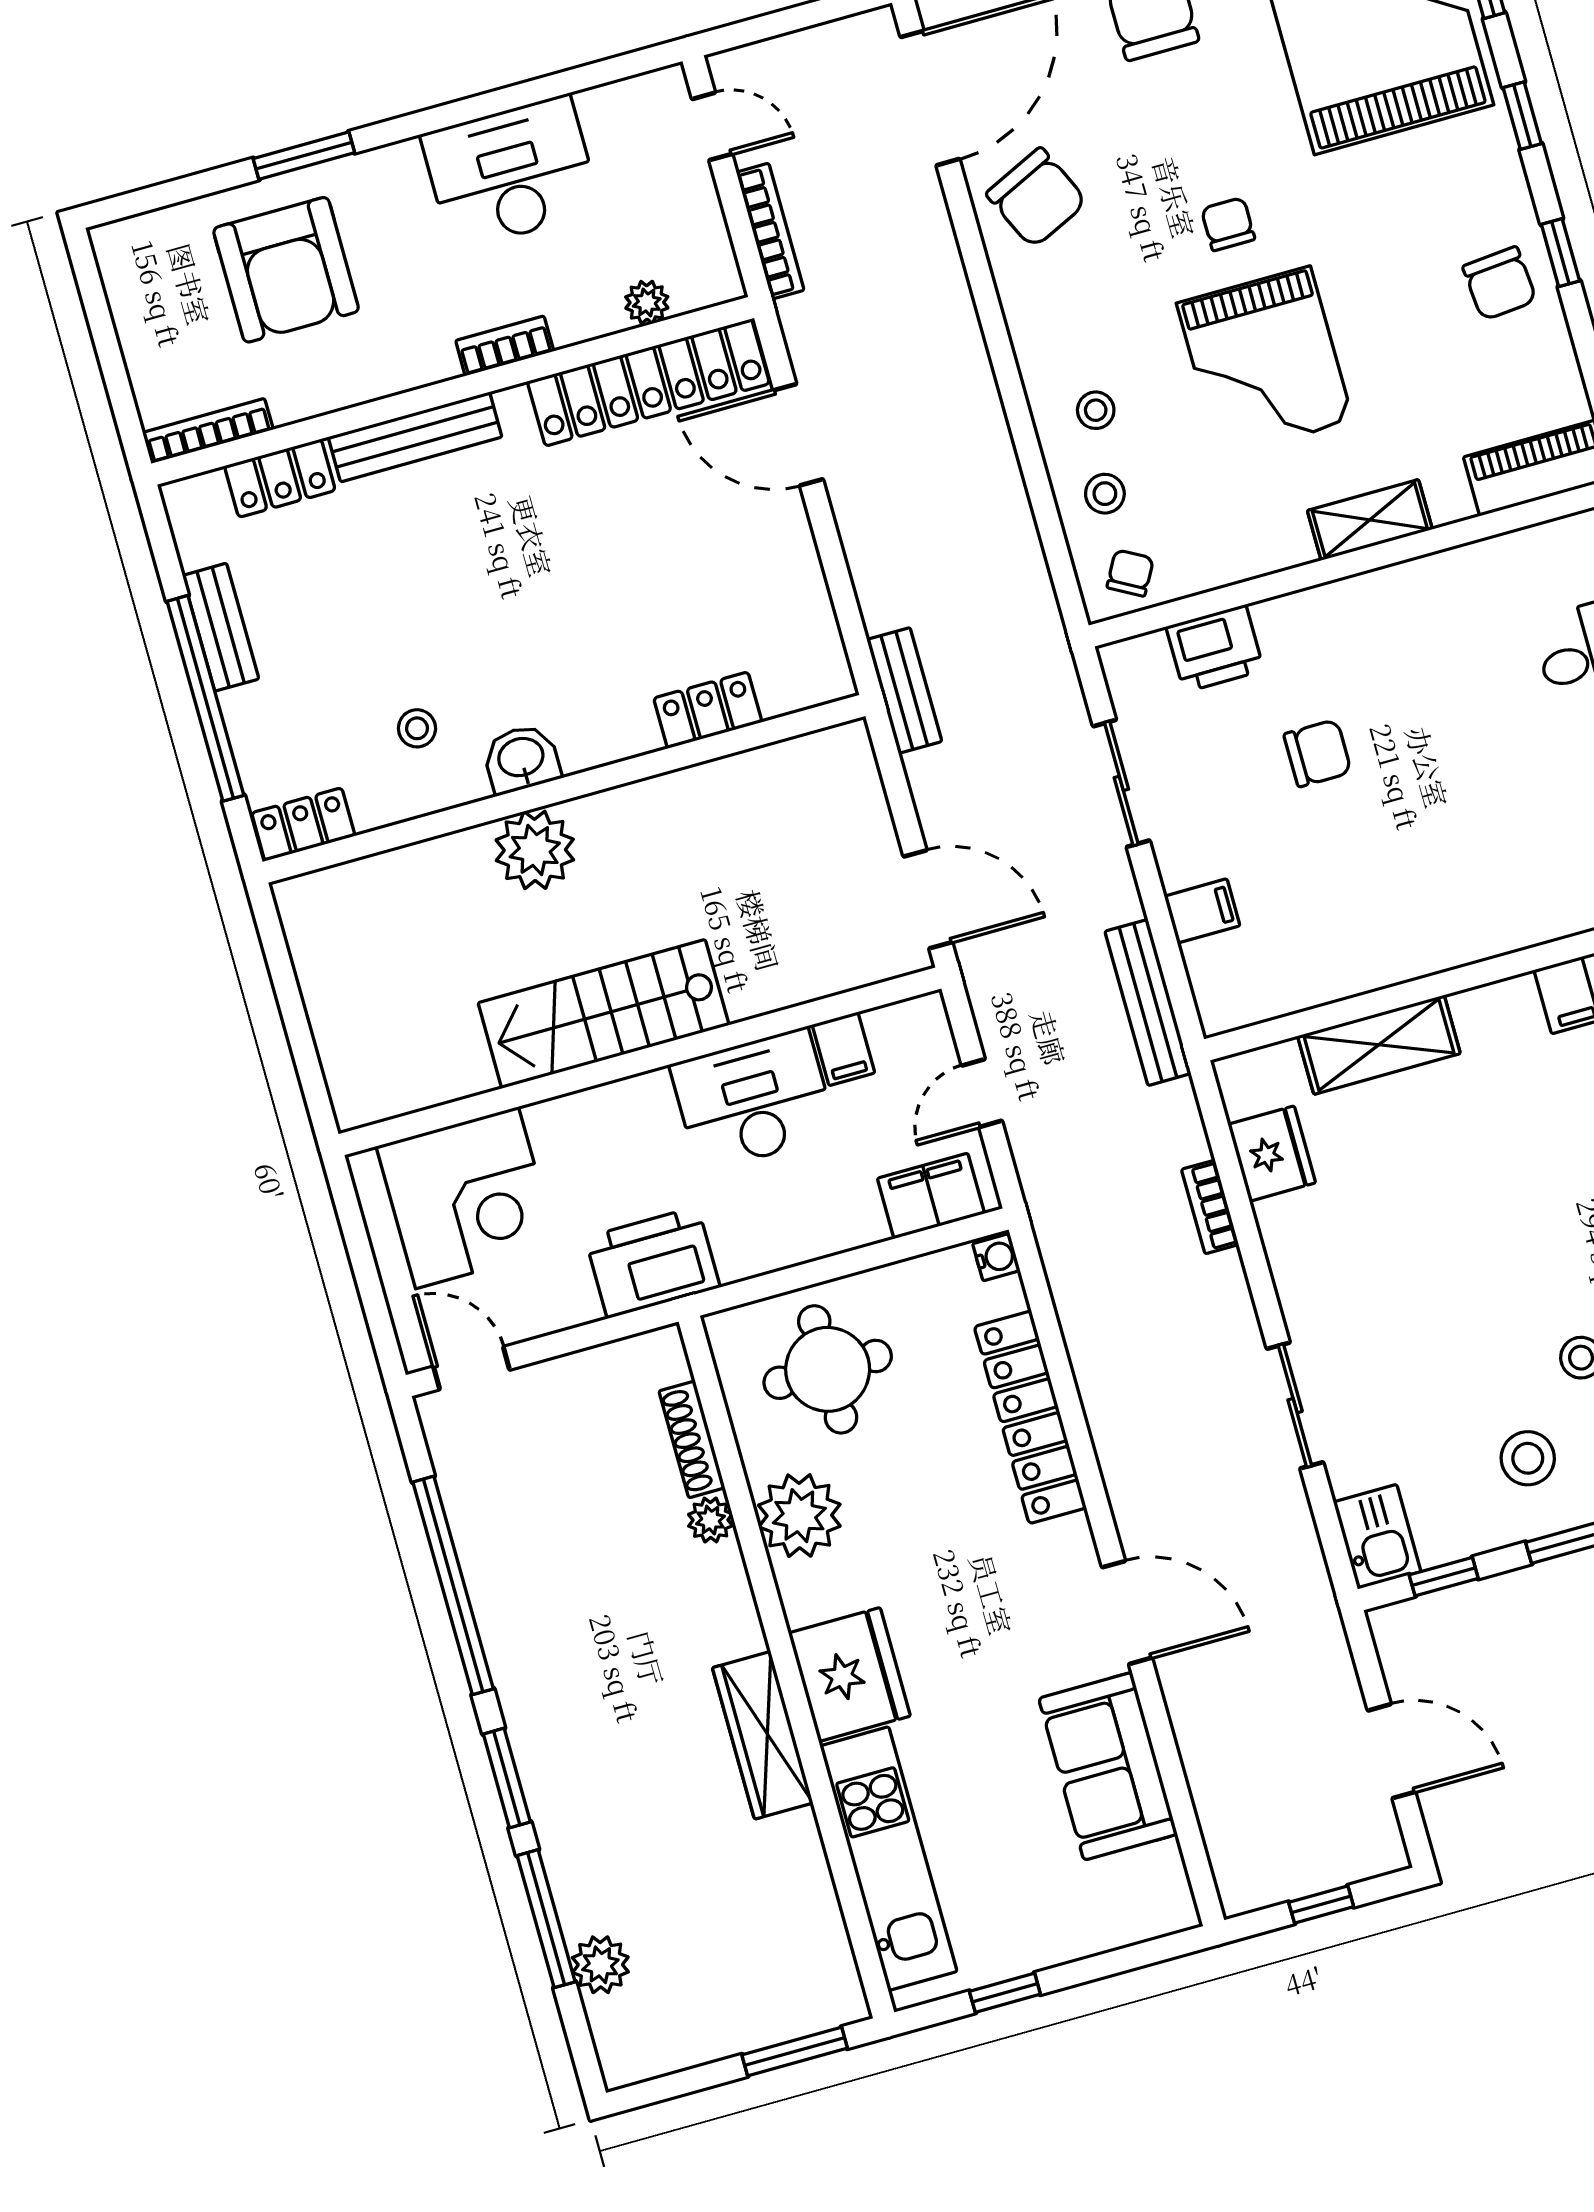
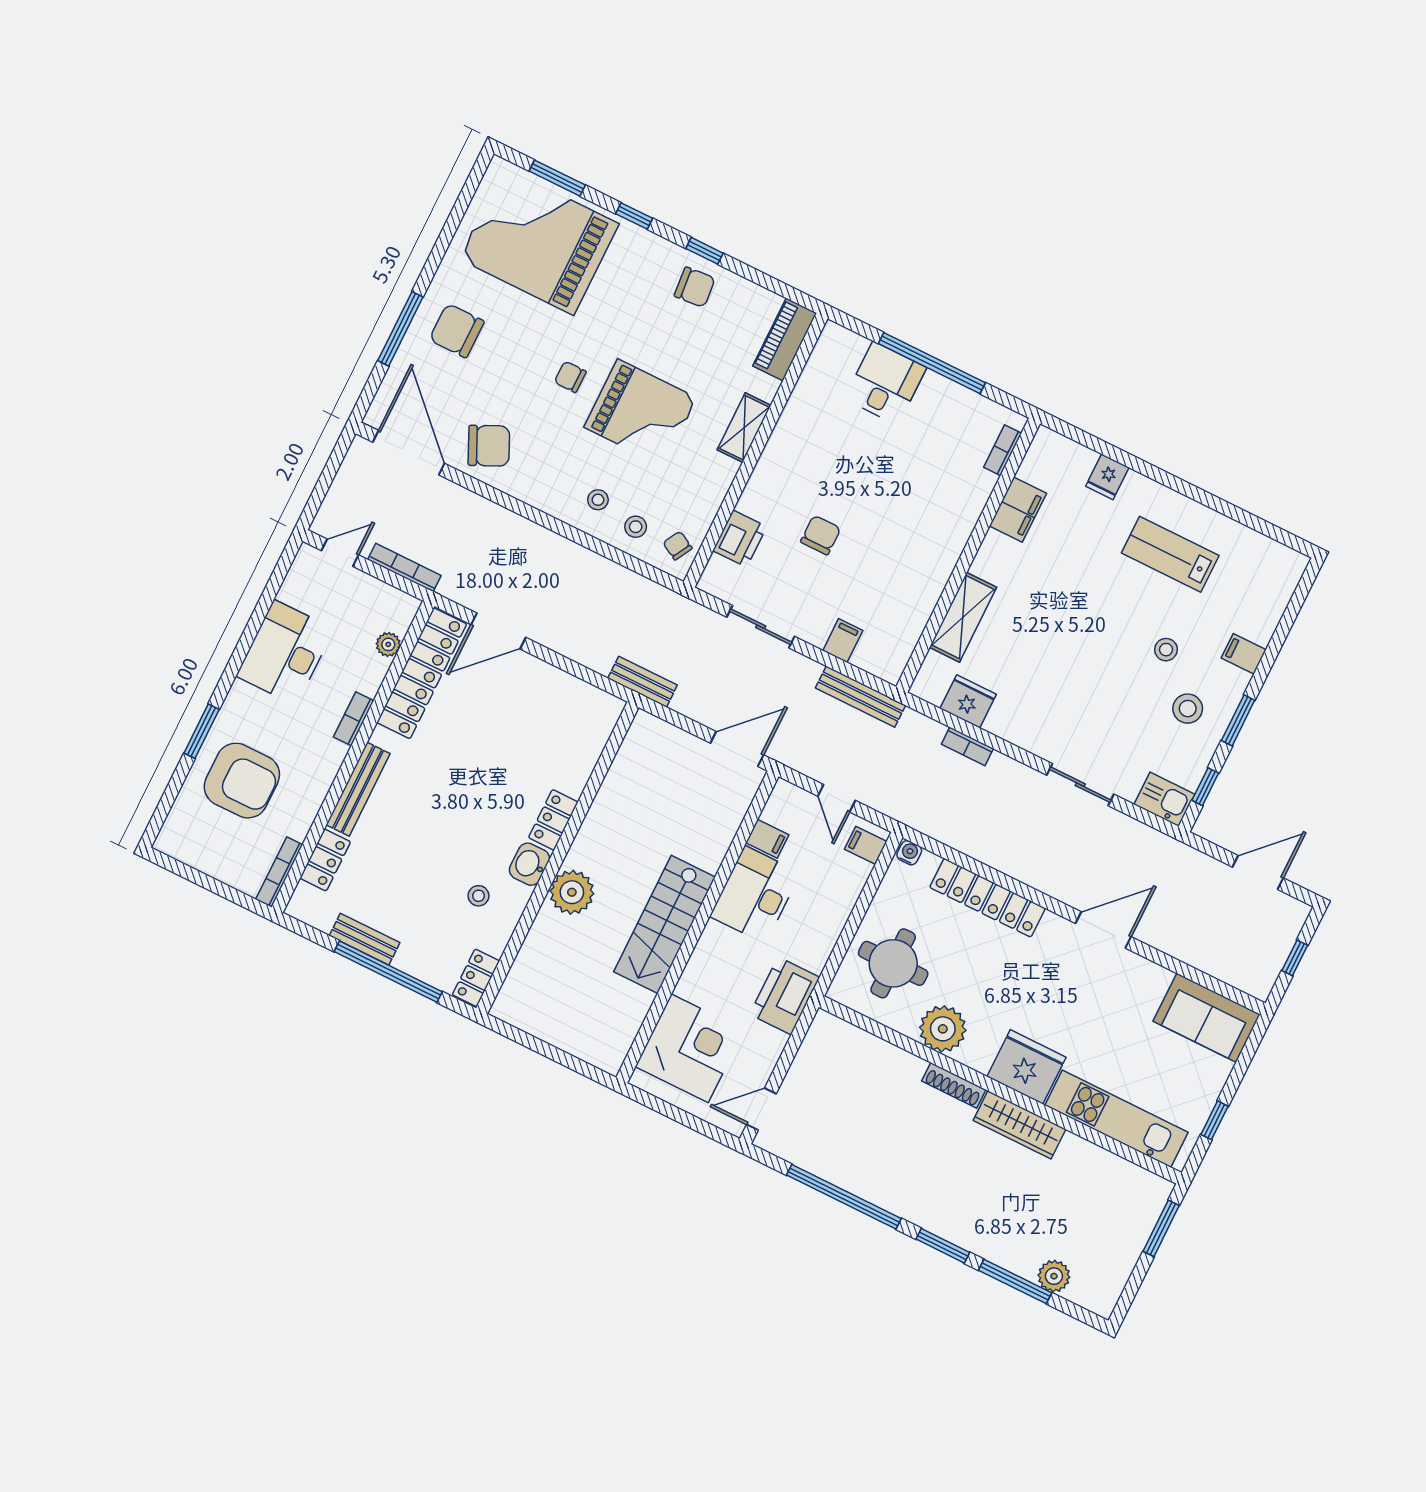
locker: (708, 710) -> (553, 820), moved
filing cabinet: (931, 1196) -> (866, 845), width x0.50
shoe rack: (692, 1439) -> (954, 1085), moved
plant: (710, 1520) -> (912, 1067), removed
sofa: (1108, 1766) -> (1207, 1018), moved

